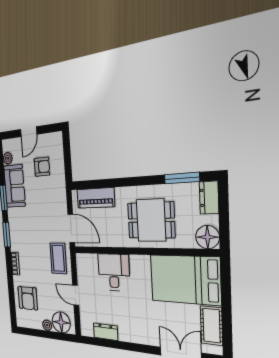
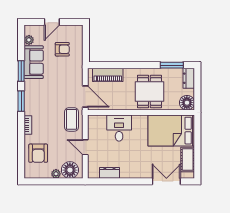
dining table: (151, 220) -> (149, 92), turned 90

